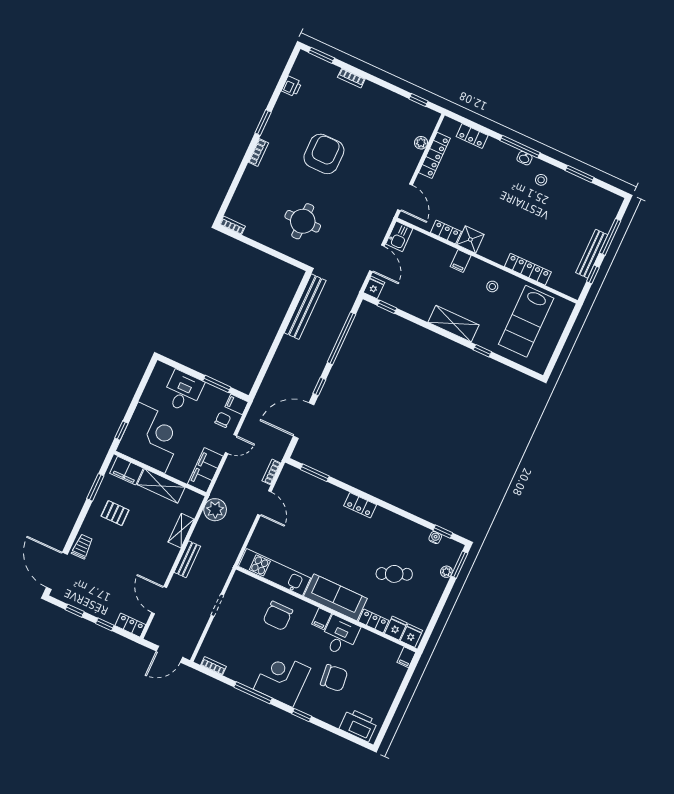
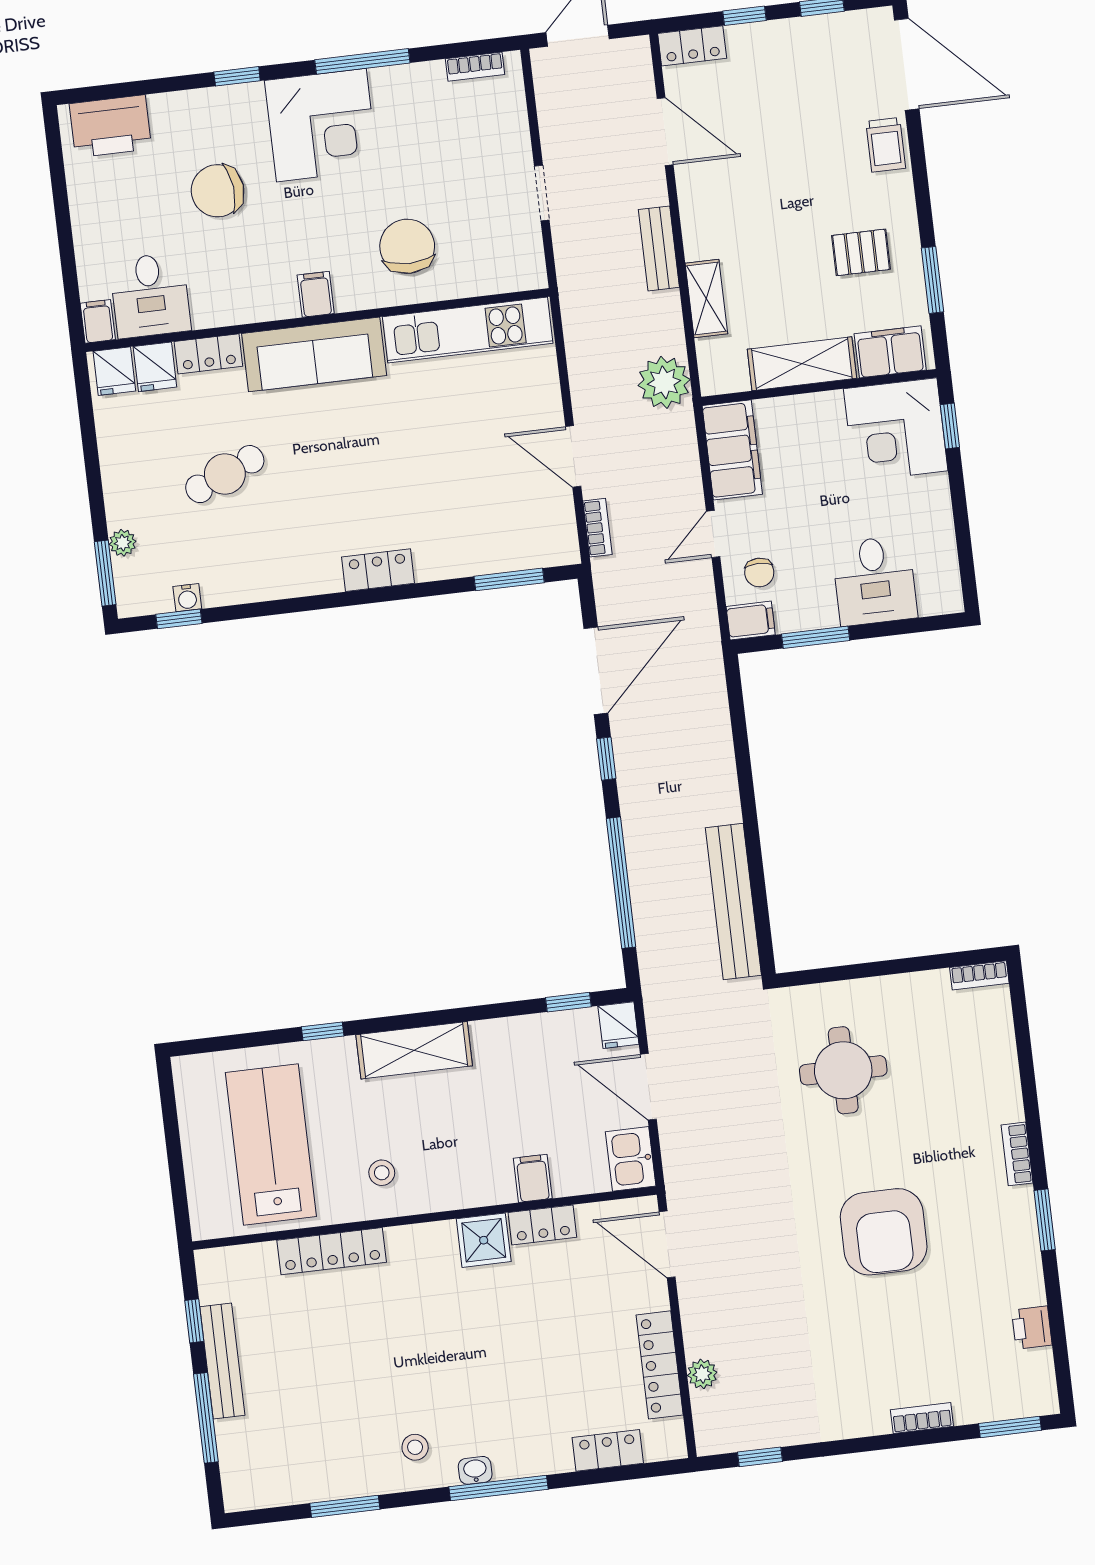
filing cabinet: (461, 261) -> (533, 1178), moved
corner desk: (151, 438) -> (896, 430), width x0.74, depth x0.74
desk: (340, 636) -> (150, 295), moved

